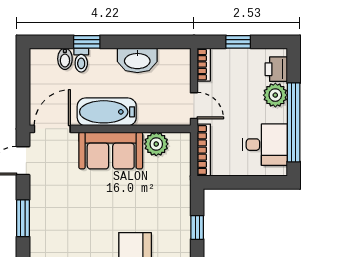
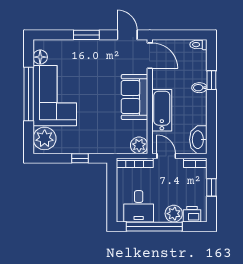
bidet: (65, 59) -> (199, 88), moved
toilet: (81, 60) -> (198, 45), moved
washbasin: (137, 60) -> (198, 140), moved
door: (194, 106) -> (166, 156), swing flipped
bathtub: (107, 112) -> (162, 110), moved
plant: (156, 144) -> (139, 145), moved

